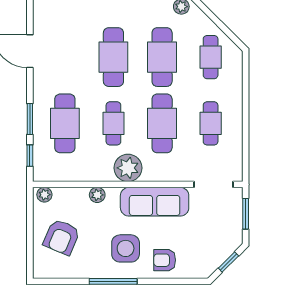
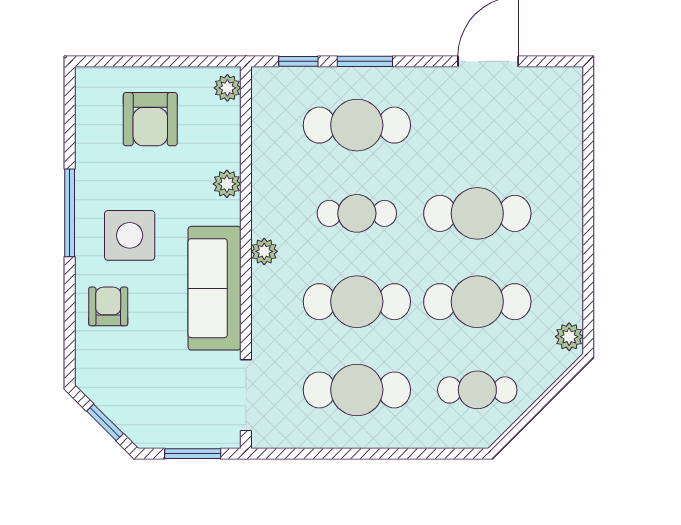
cafe table: (211, 123) -> (357, 390), width x1.37, depth x1.35
plant: (128, 168) -> (264, 251), width x0.53, depth x0.53
armchair: (62, 237) -> (150, 119), turned -113

